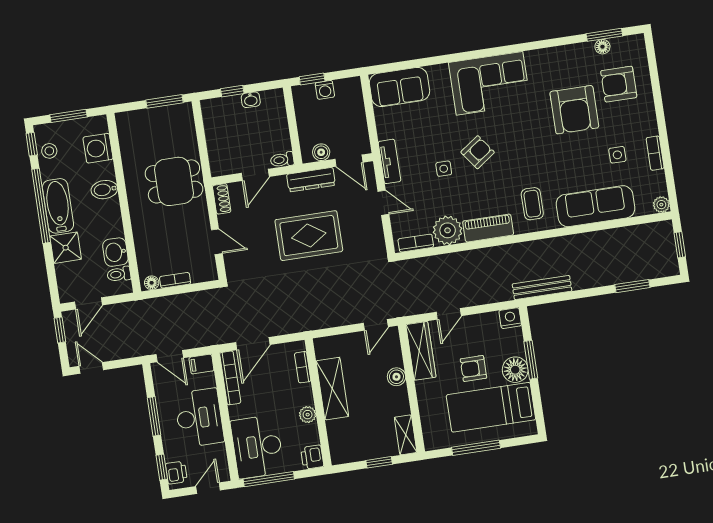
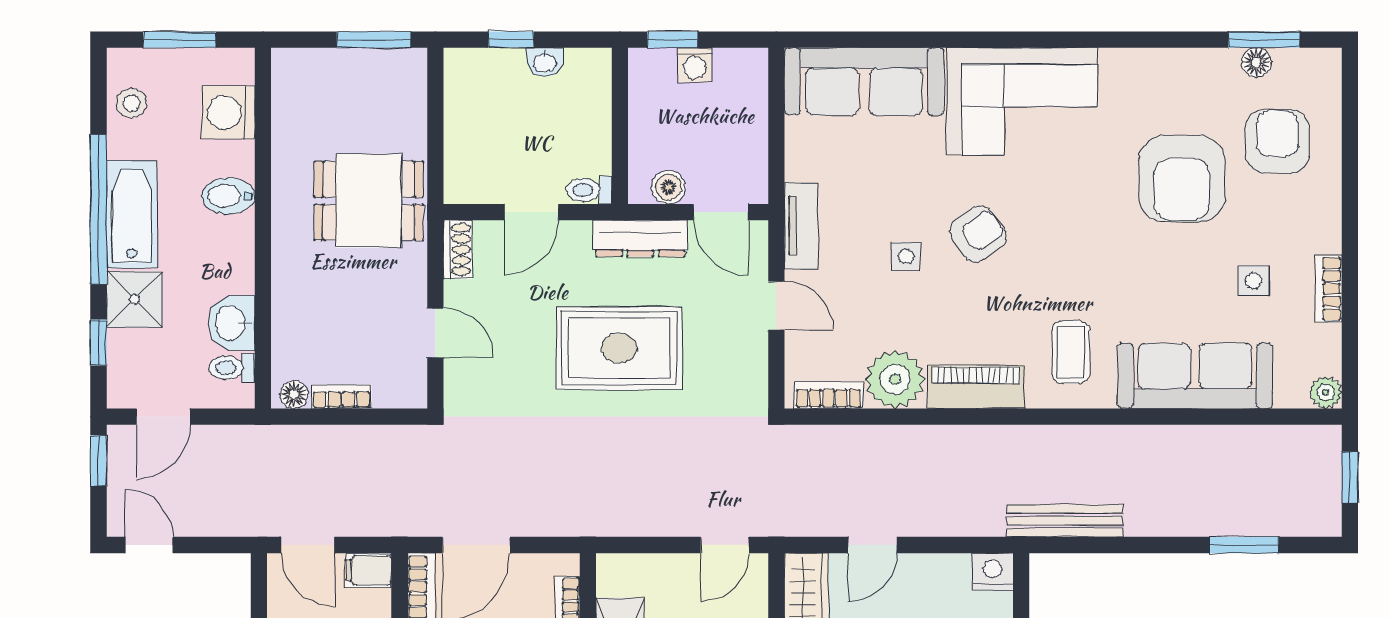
armchair: (619, 84) -> (1277, 141), turned 90
sofa: (399, 87) -> (864, 81), width x1.36
window: (32, 144) -> (98, 342), moved

